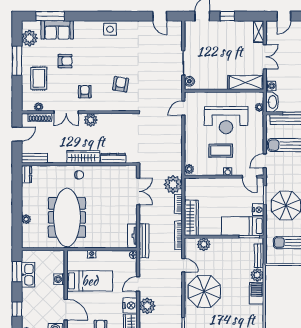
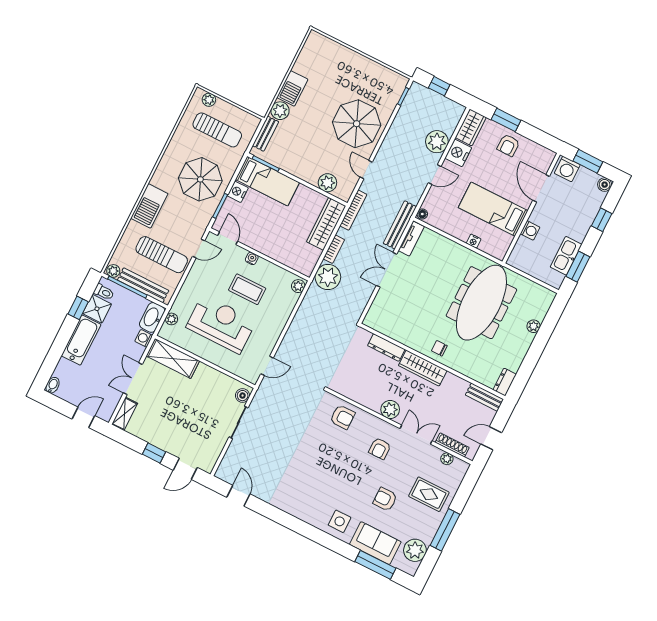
side table: (110, 29) -> (340, 521), moved
rug: (39, 78) -> (429, 494), turned 90
armchair: (121, 84) -> (342, 417), moved, turned -99
double door: (138, 191) -> (386, 270), moved

